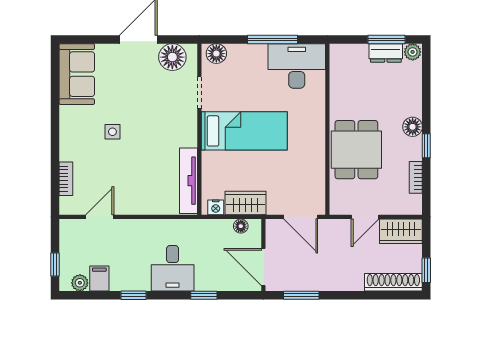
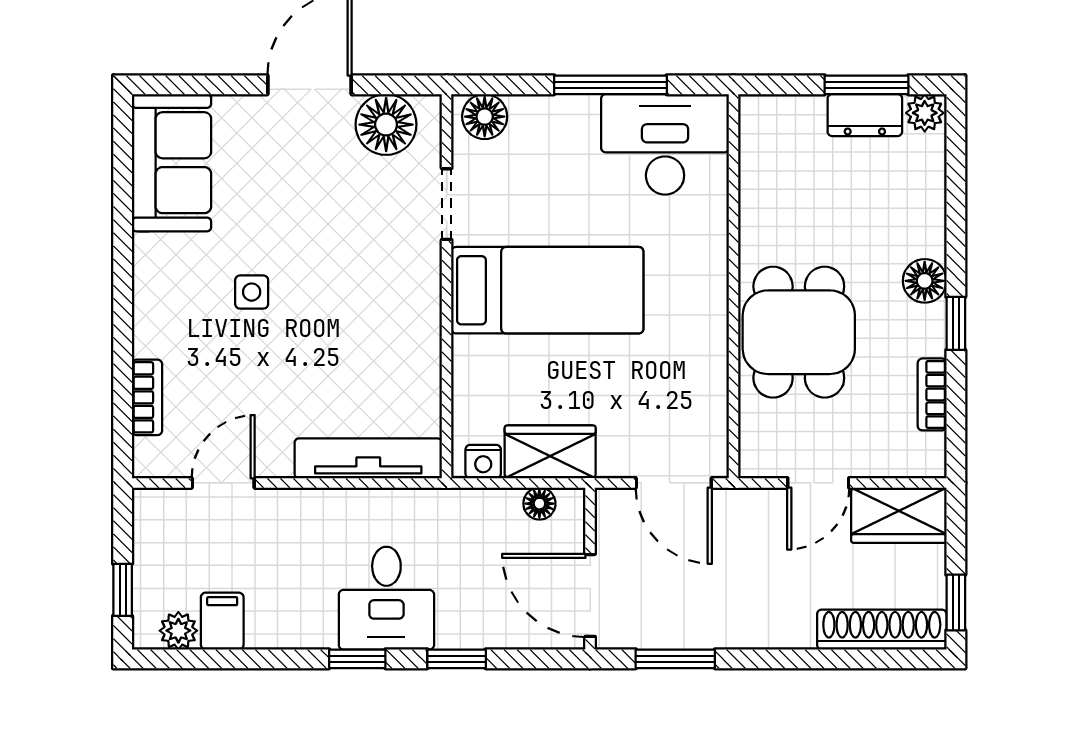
tv unit: (188, 181) -> (368, 458), moved, turned 90
window: (134, 295) -> (357, 659), moved

